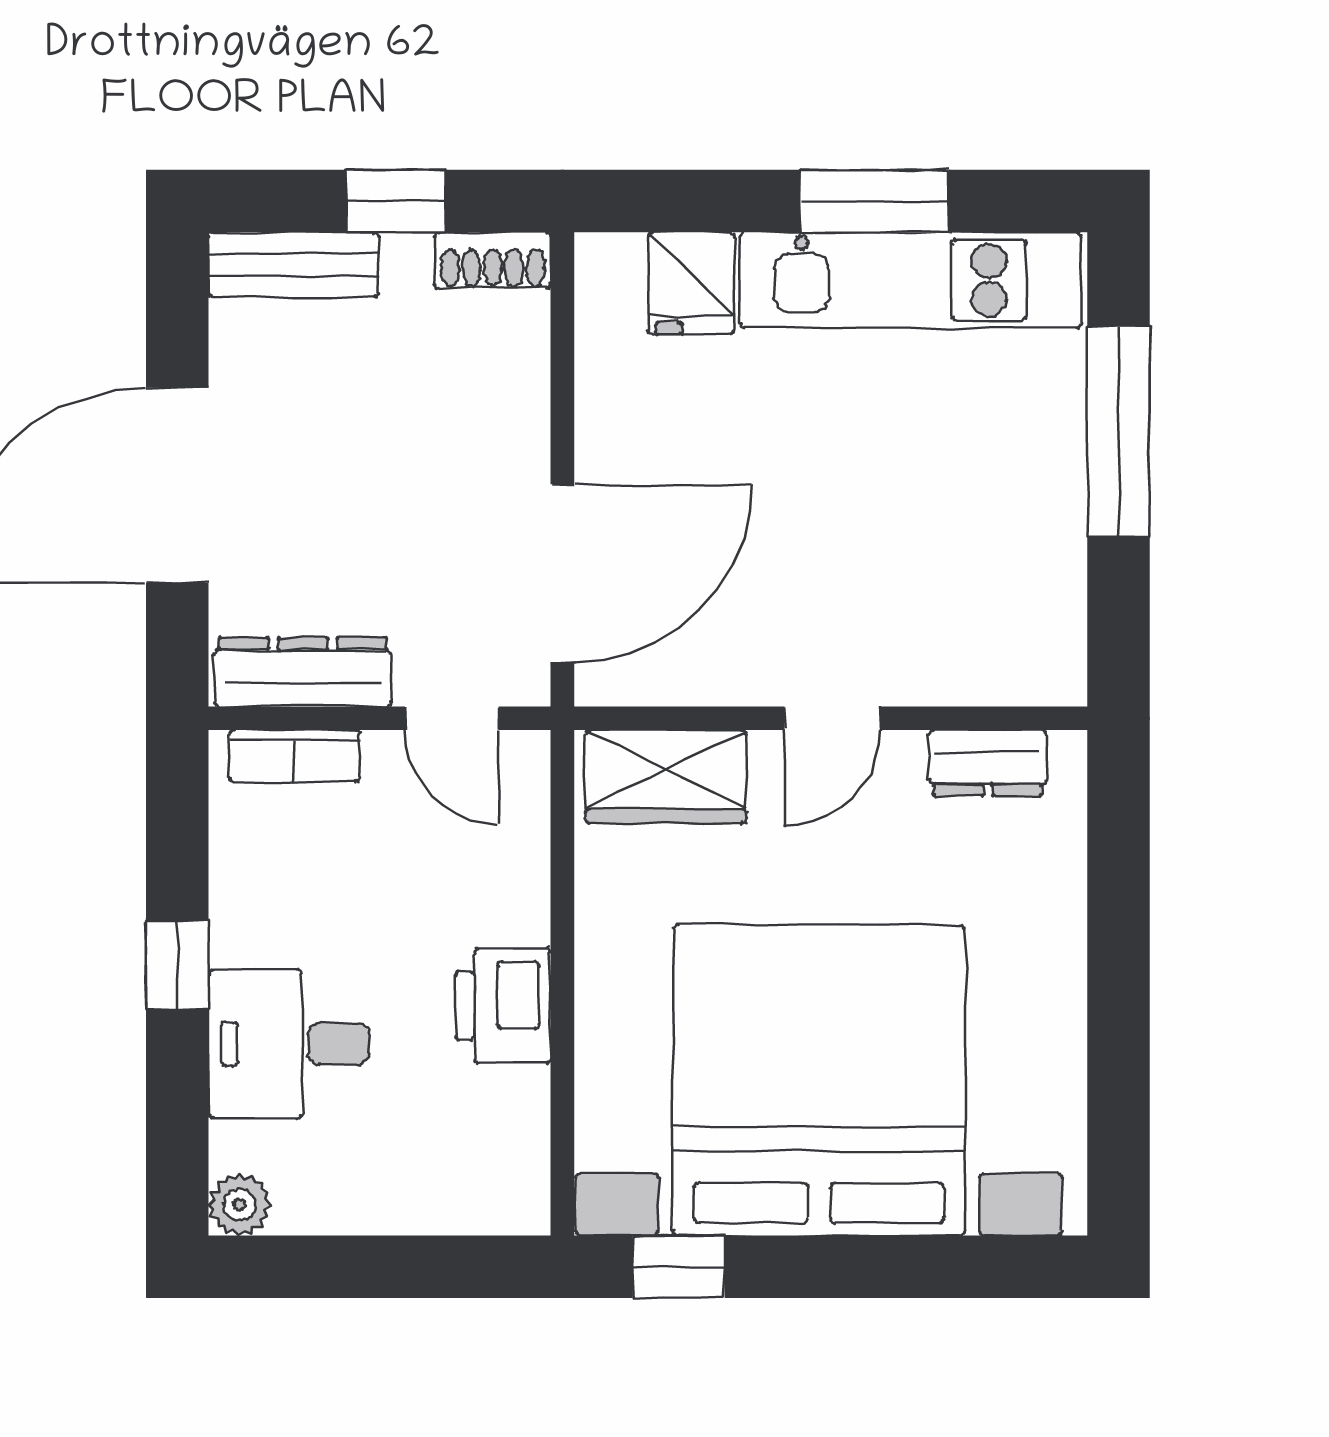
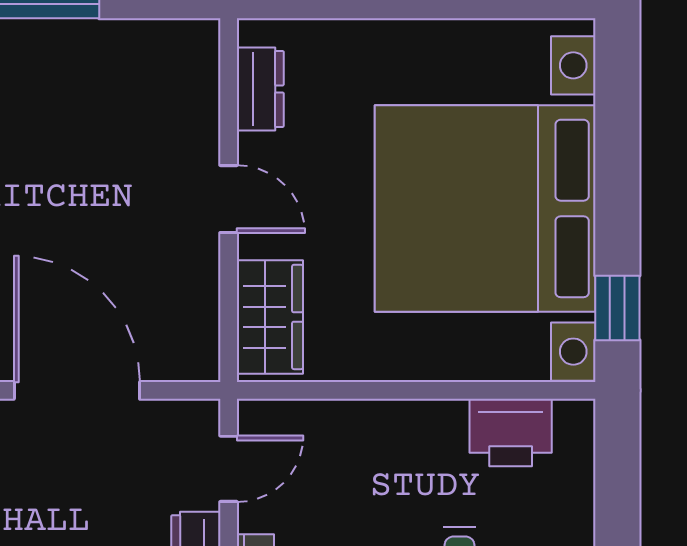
door: (562, 573) -> (77, 390), moved
printer: (503, 1006) -> (511, 433), moved

